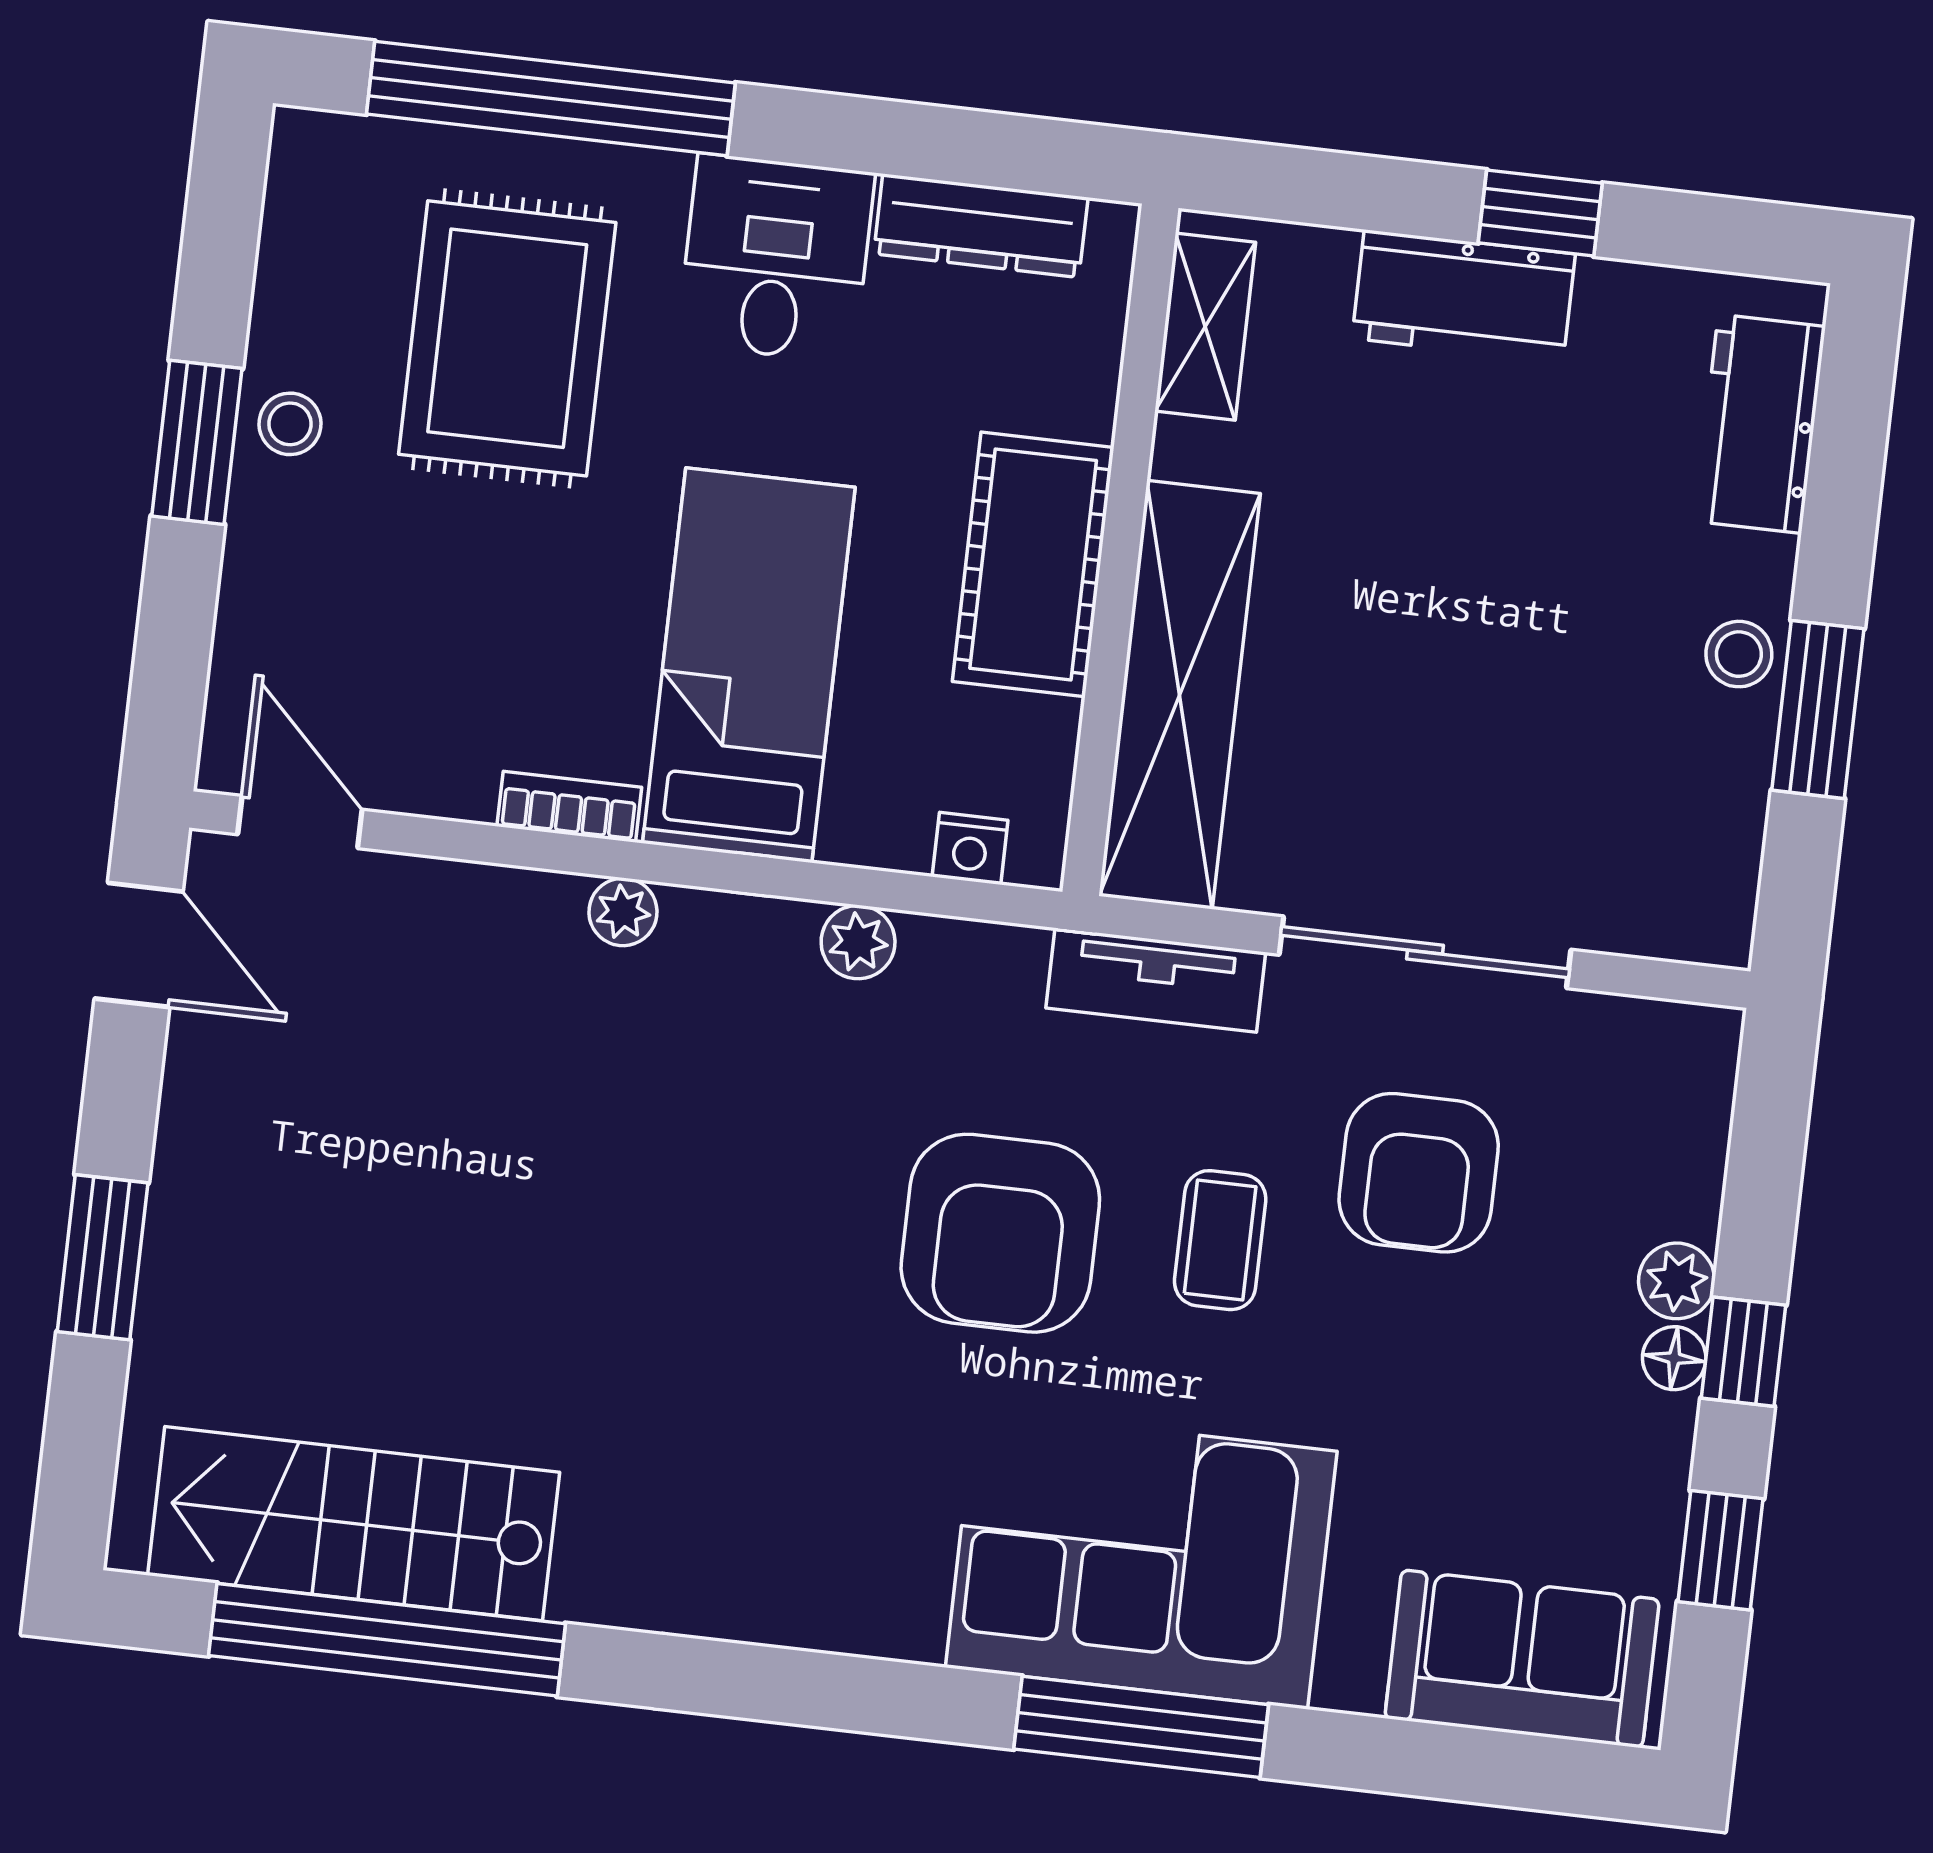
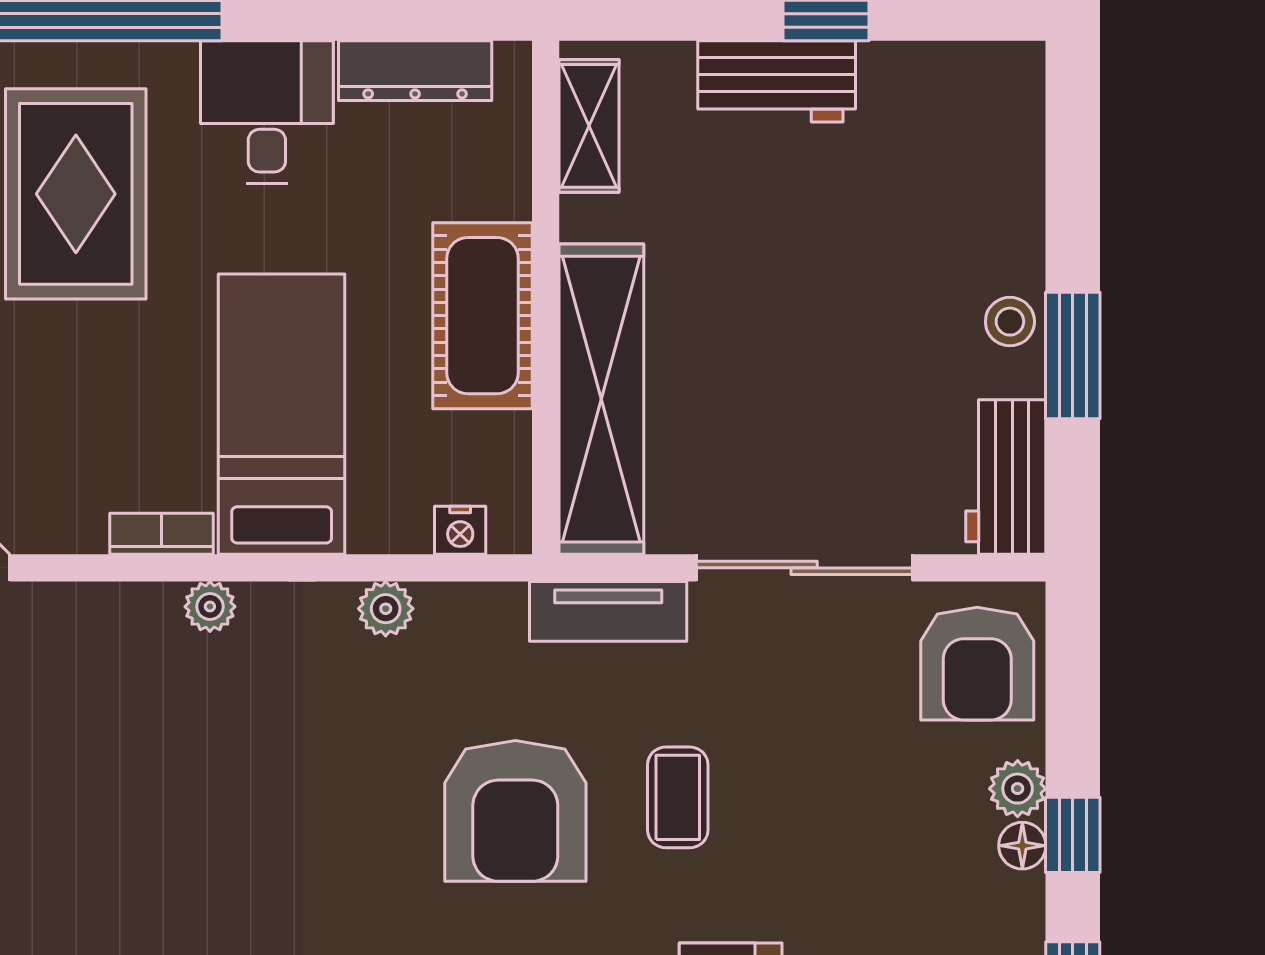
workbench: (1760, 424) -> (1006, 477), moved
armchair: (1419, 1173) -> (977, 664), moved

